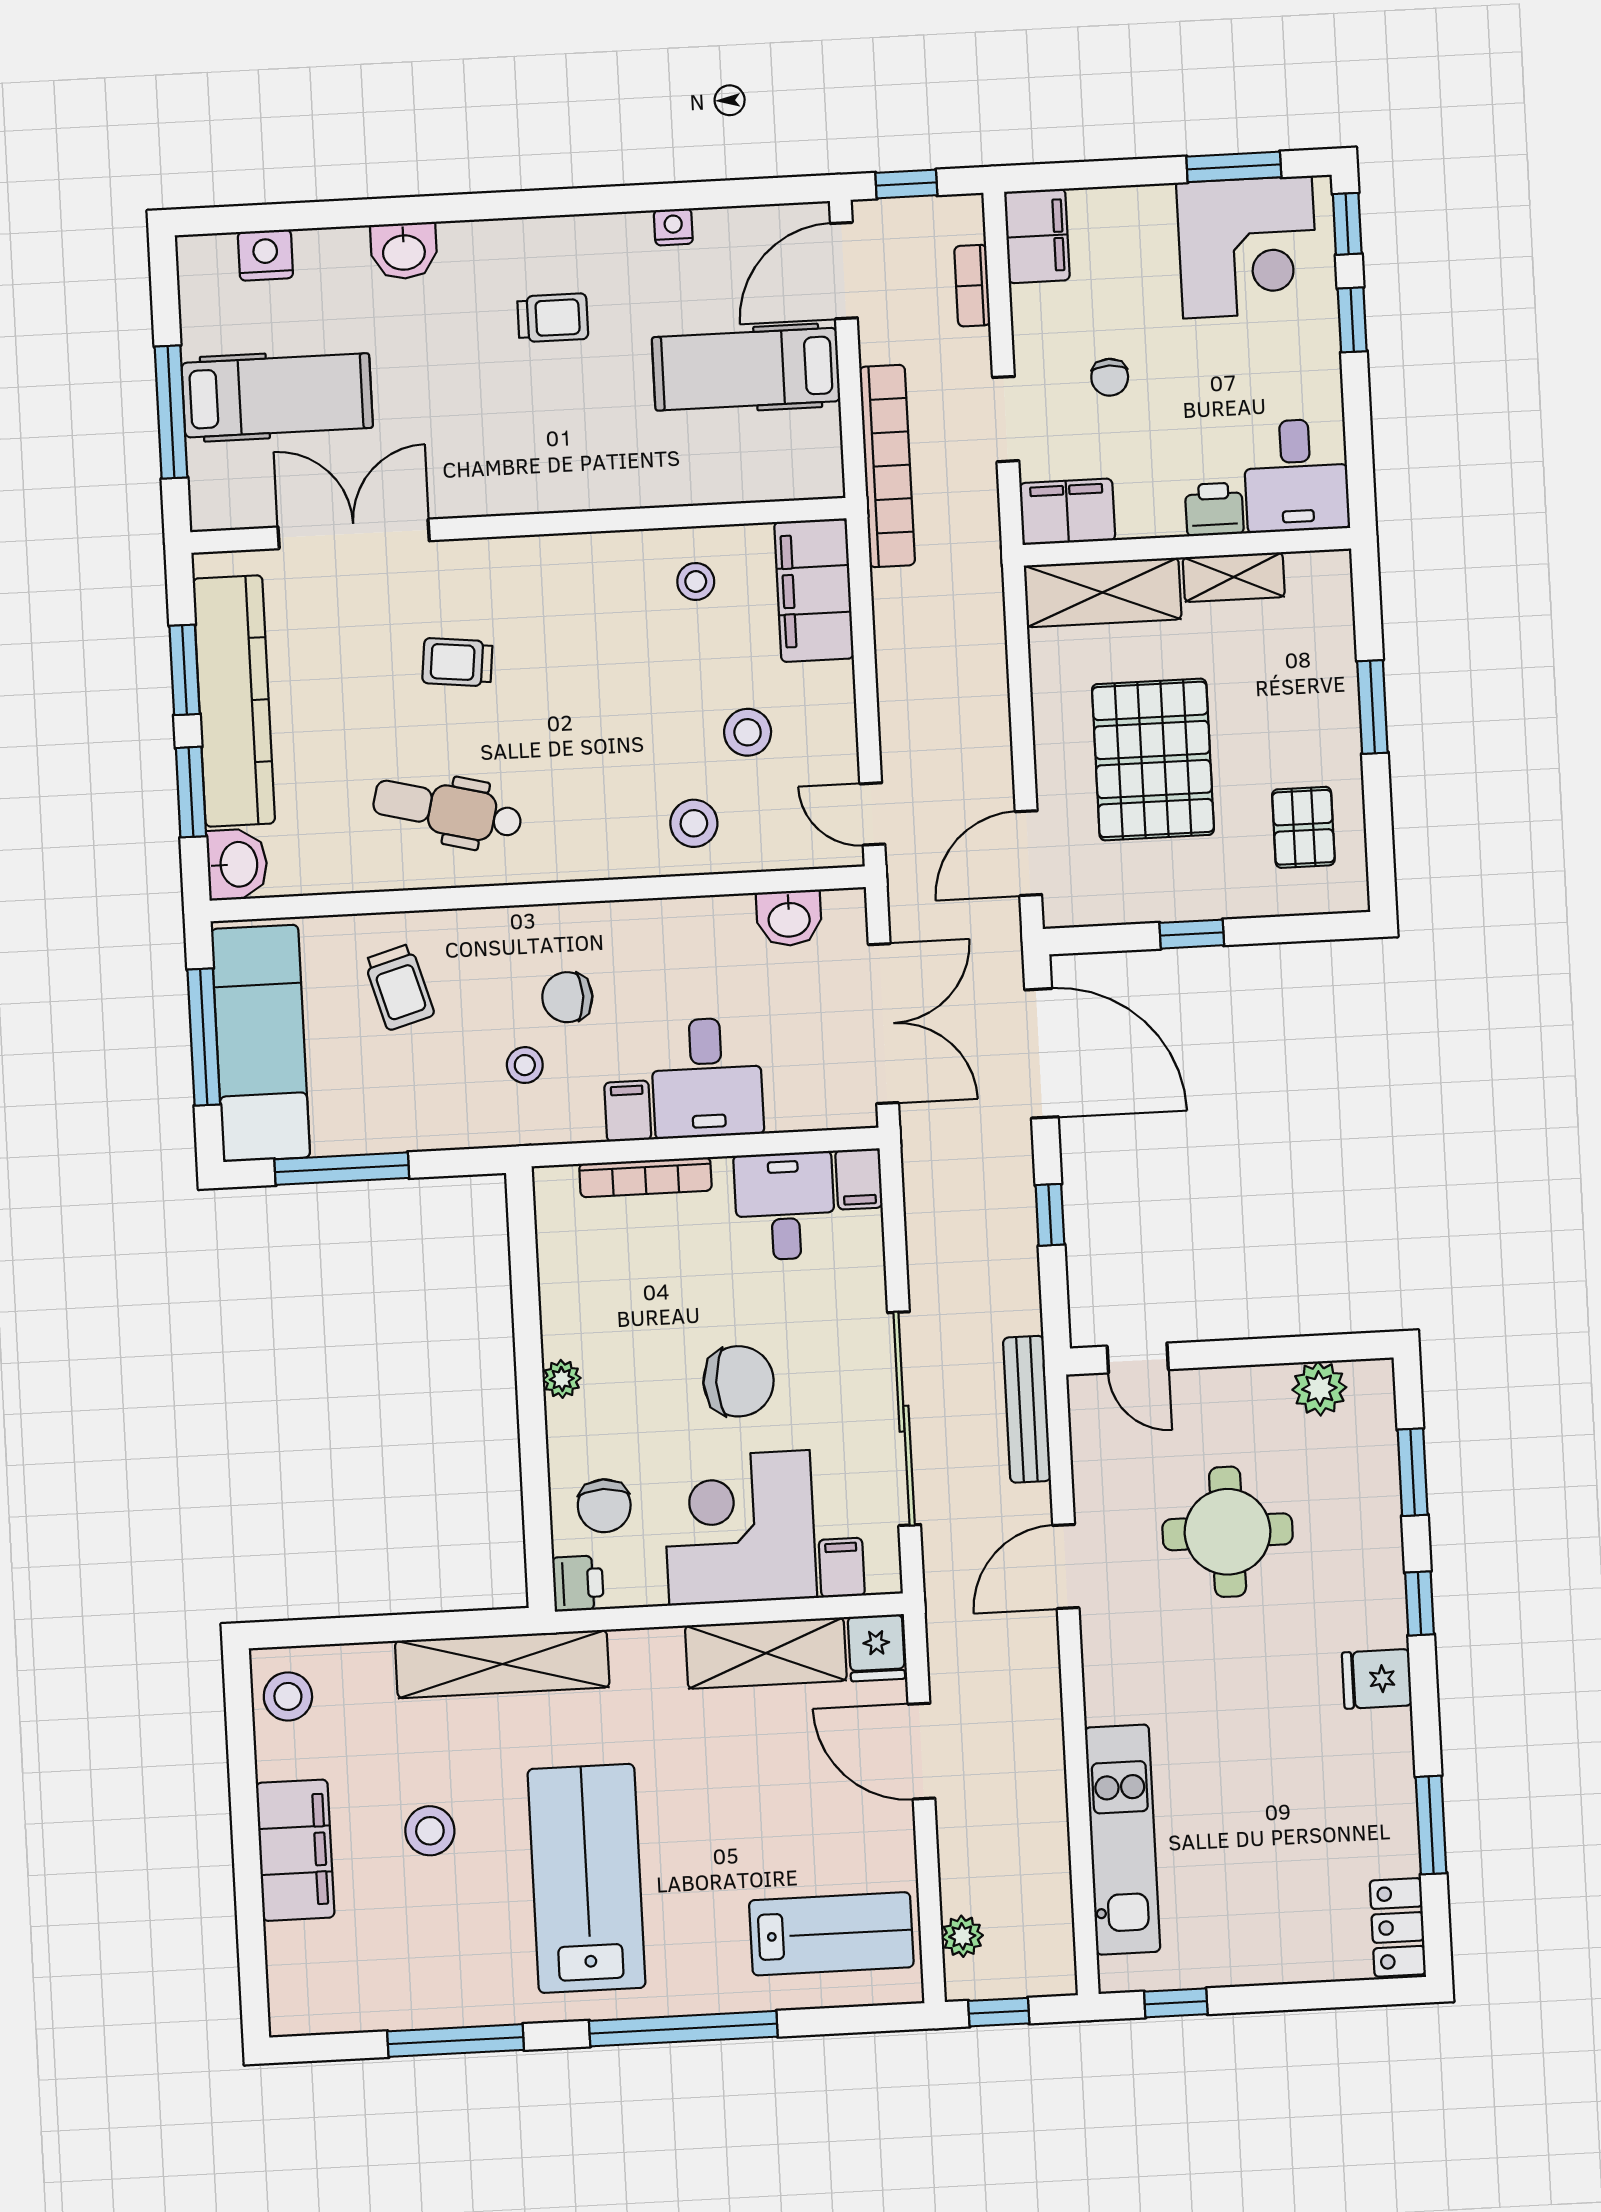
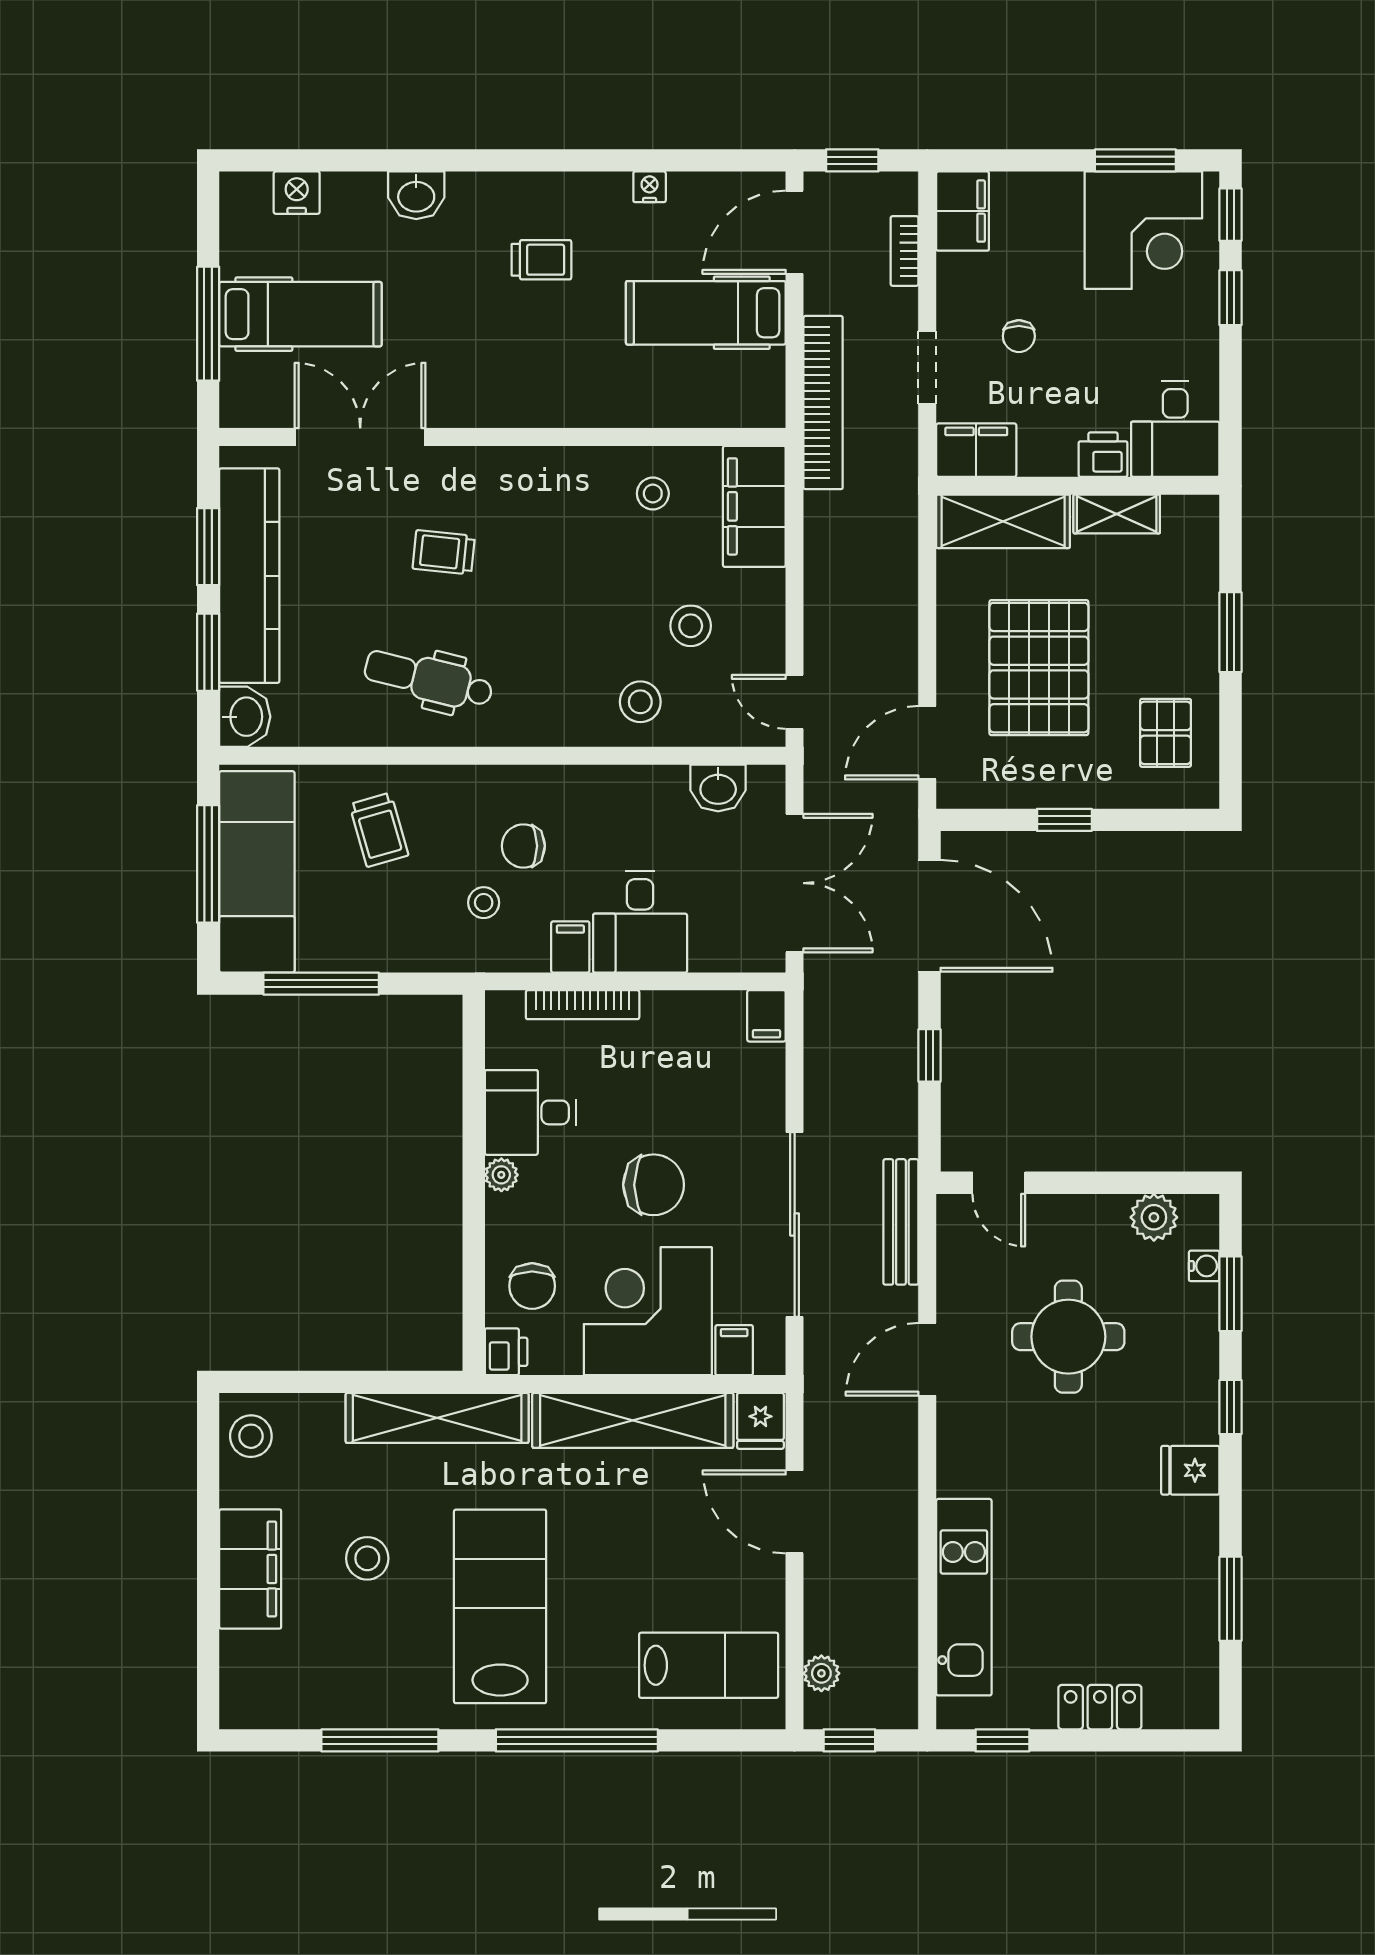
desk: (785, 1206) -> (530, 1112), moved, turned -90
water cooler: (1380, 1442) -> (1204, 1266), added
shelving: (766, 1653) -> (633, 1420), width x1.47
locker: (1398, 1927) -> (1100, 1707), moved, turned 90

